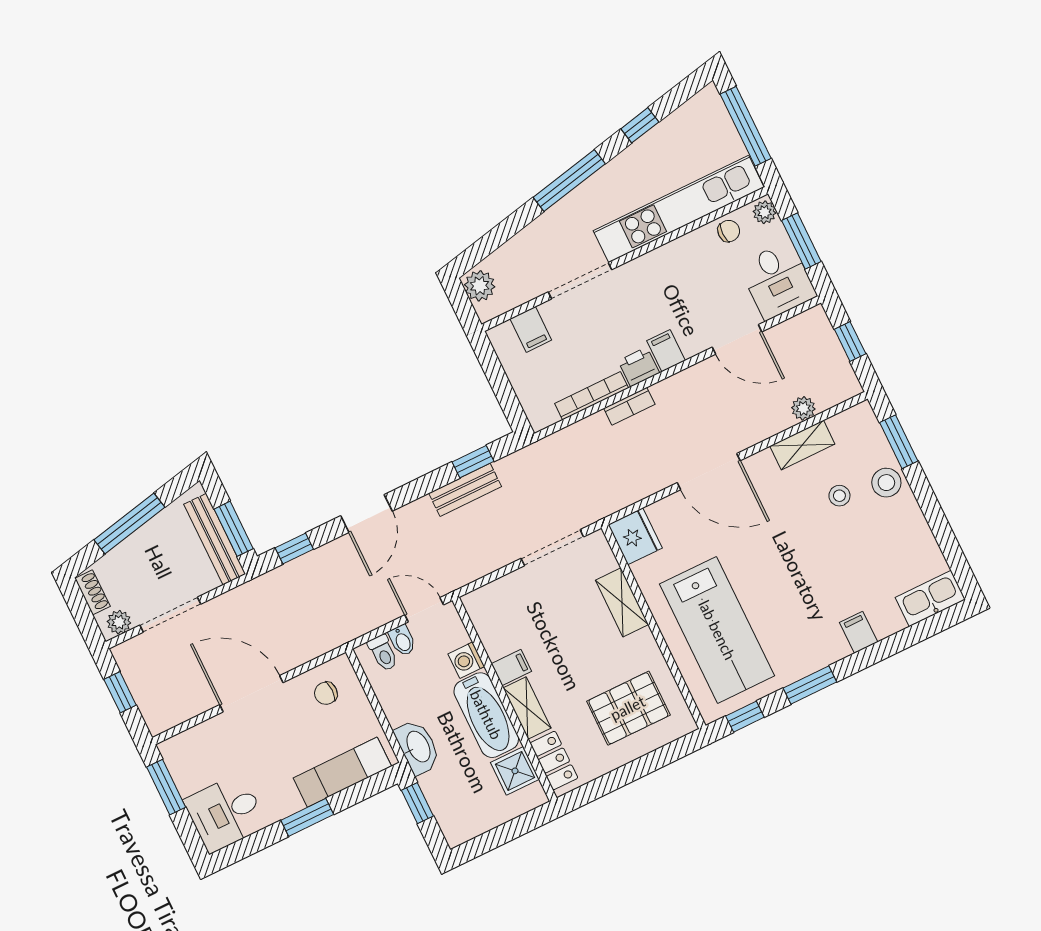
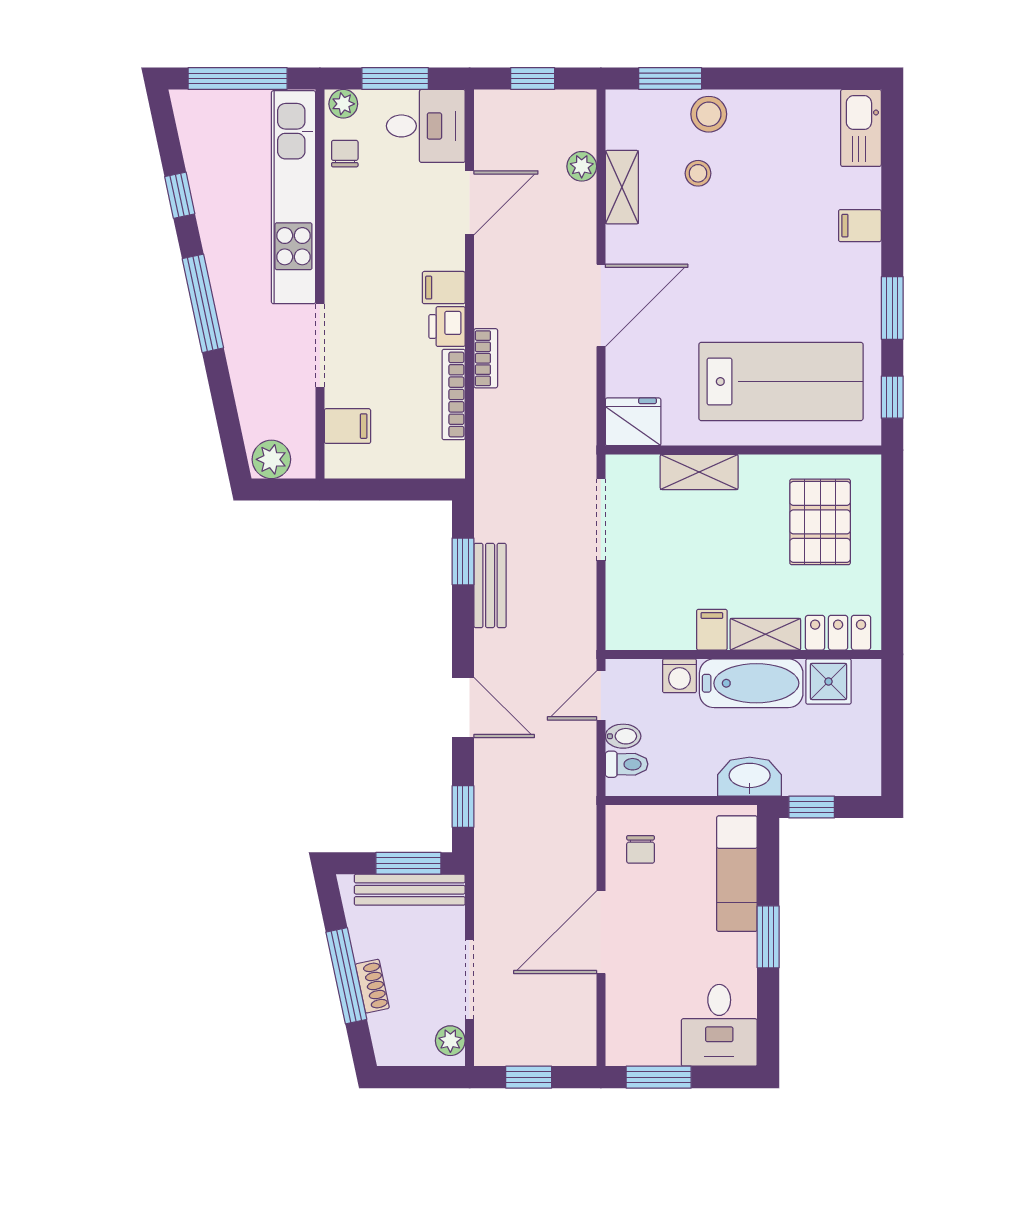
shoe rack: (92, 592) -> (372, 986), moved, turned 78

